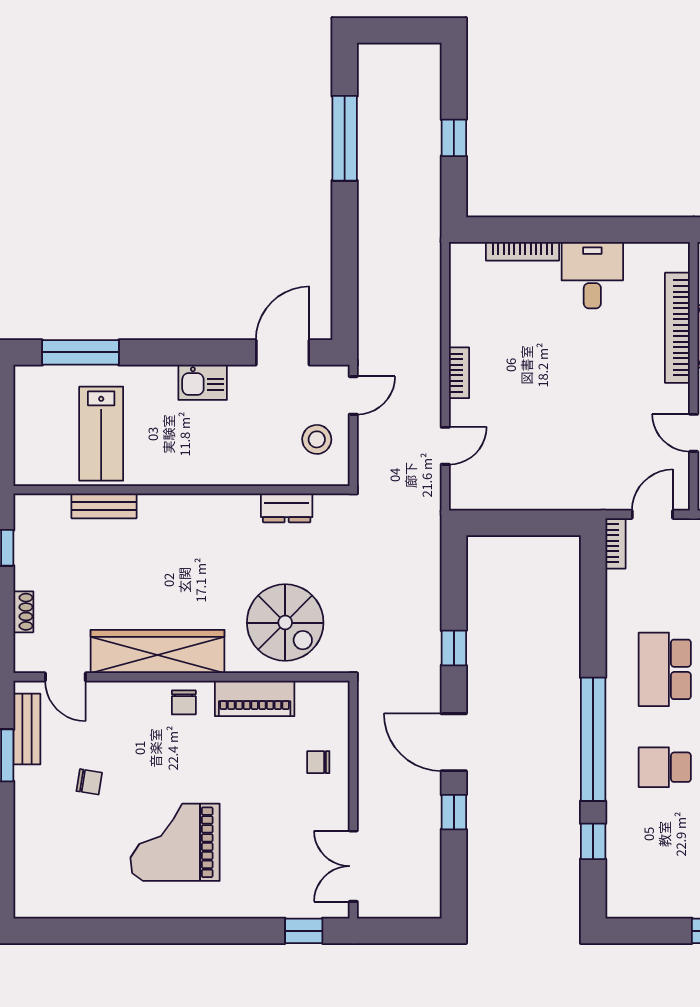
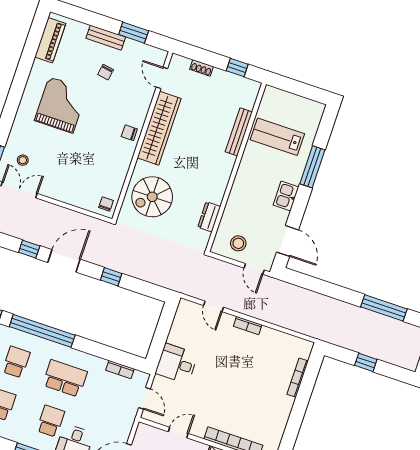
desk: (592, 275) -> (177, 364), moved, turned 180
window: (81, 352) -> (312, 167), moved
bench: (104, 506) -> (239, 132), width x1.36
bookcase: (615, 543) -> (120, 370), moved
door: (65, 677) -> (162, 78), hinge flipped
piano: (255, 698) -> (50, 40), moved, turned 180
bench: (27, 729) -> (106, 38), moved
chair: (318, 762) -> (106, 204), moved
stool: (298, 878) -> (23, 160), added

